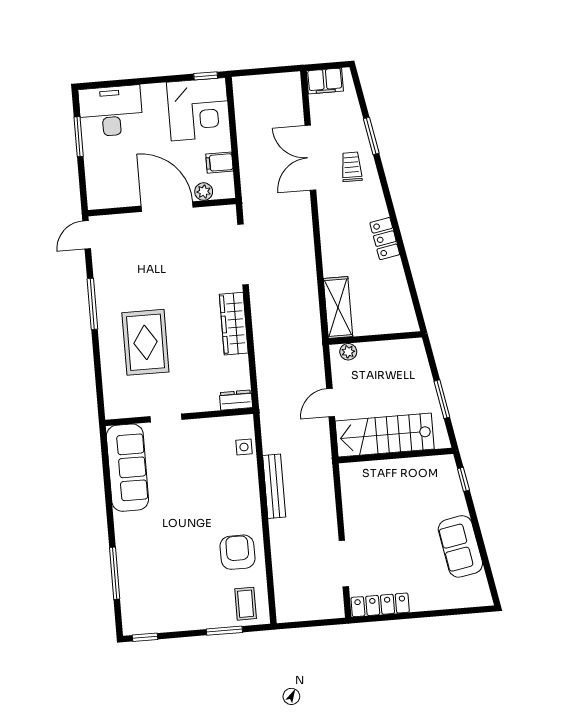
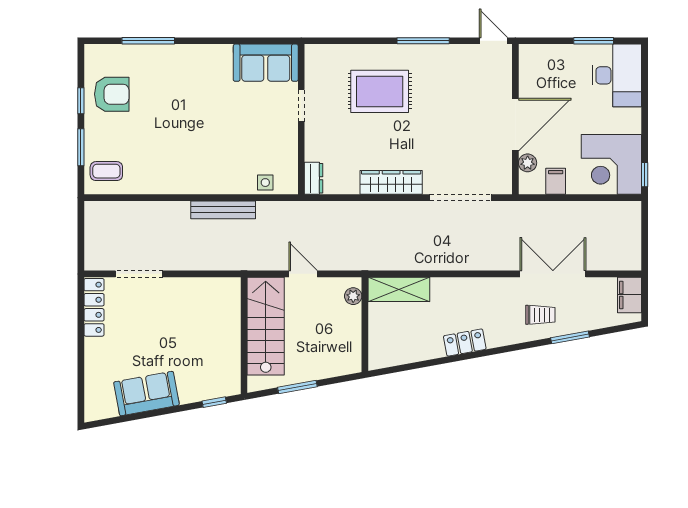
sofa: (127, 468) -> (266, 63), width x0.73
armchair: (238, 552) -> (112, 94), moved
window: (145, 637) -> (81, 101), moved

